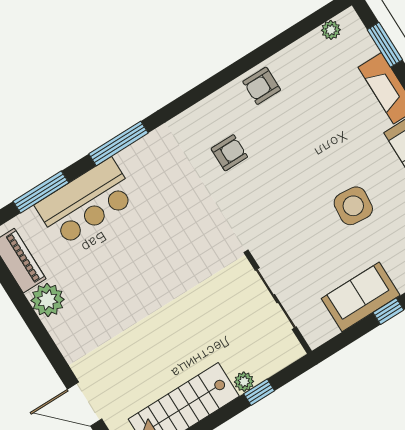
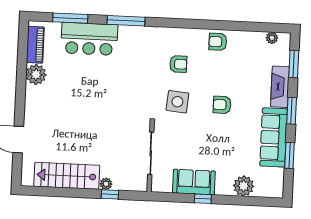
armchair: (326, 167) -> (222, 105), added
side table: (353, 206) -> (177, 102), moved

